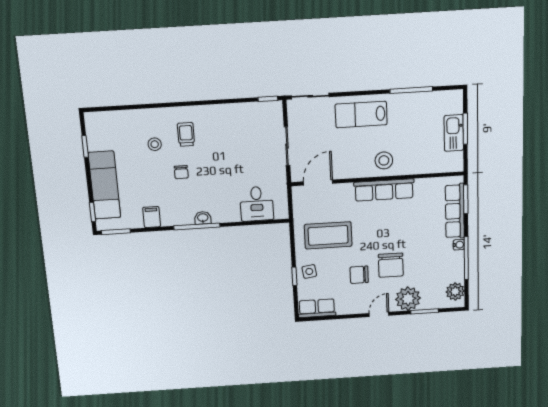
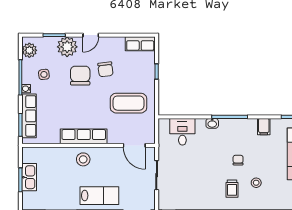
door: (318, 183) -> (134, 145), hinge flipped
washbasin: (203, 218) -> (212, 123), moved
side table: (309, 271) -> (44, 74), moved
chair: (359, 275) -> (105, 69), turned 83

